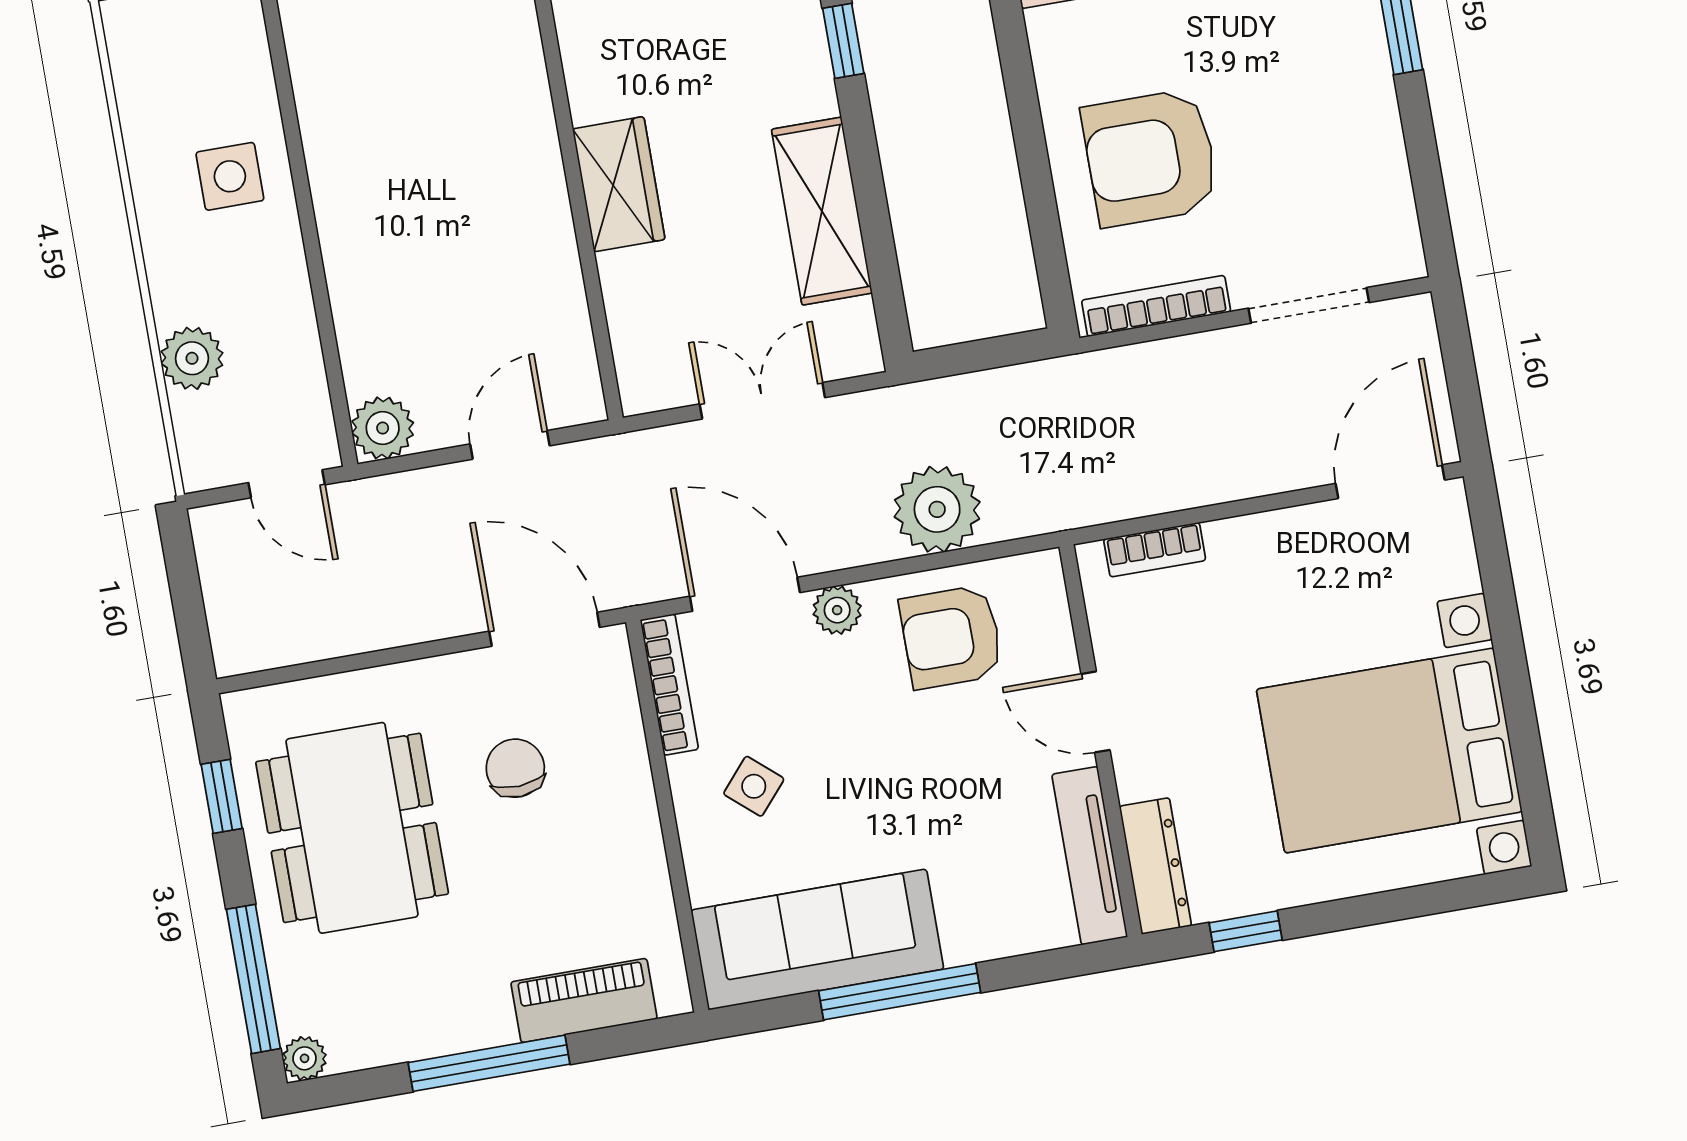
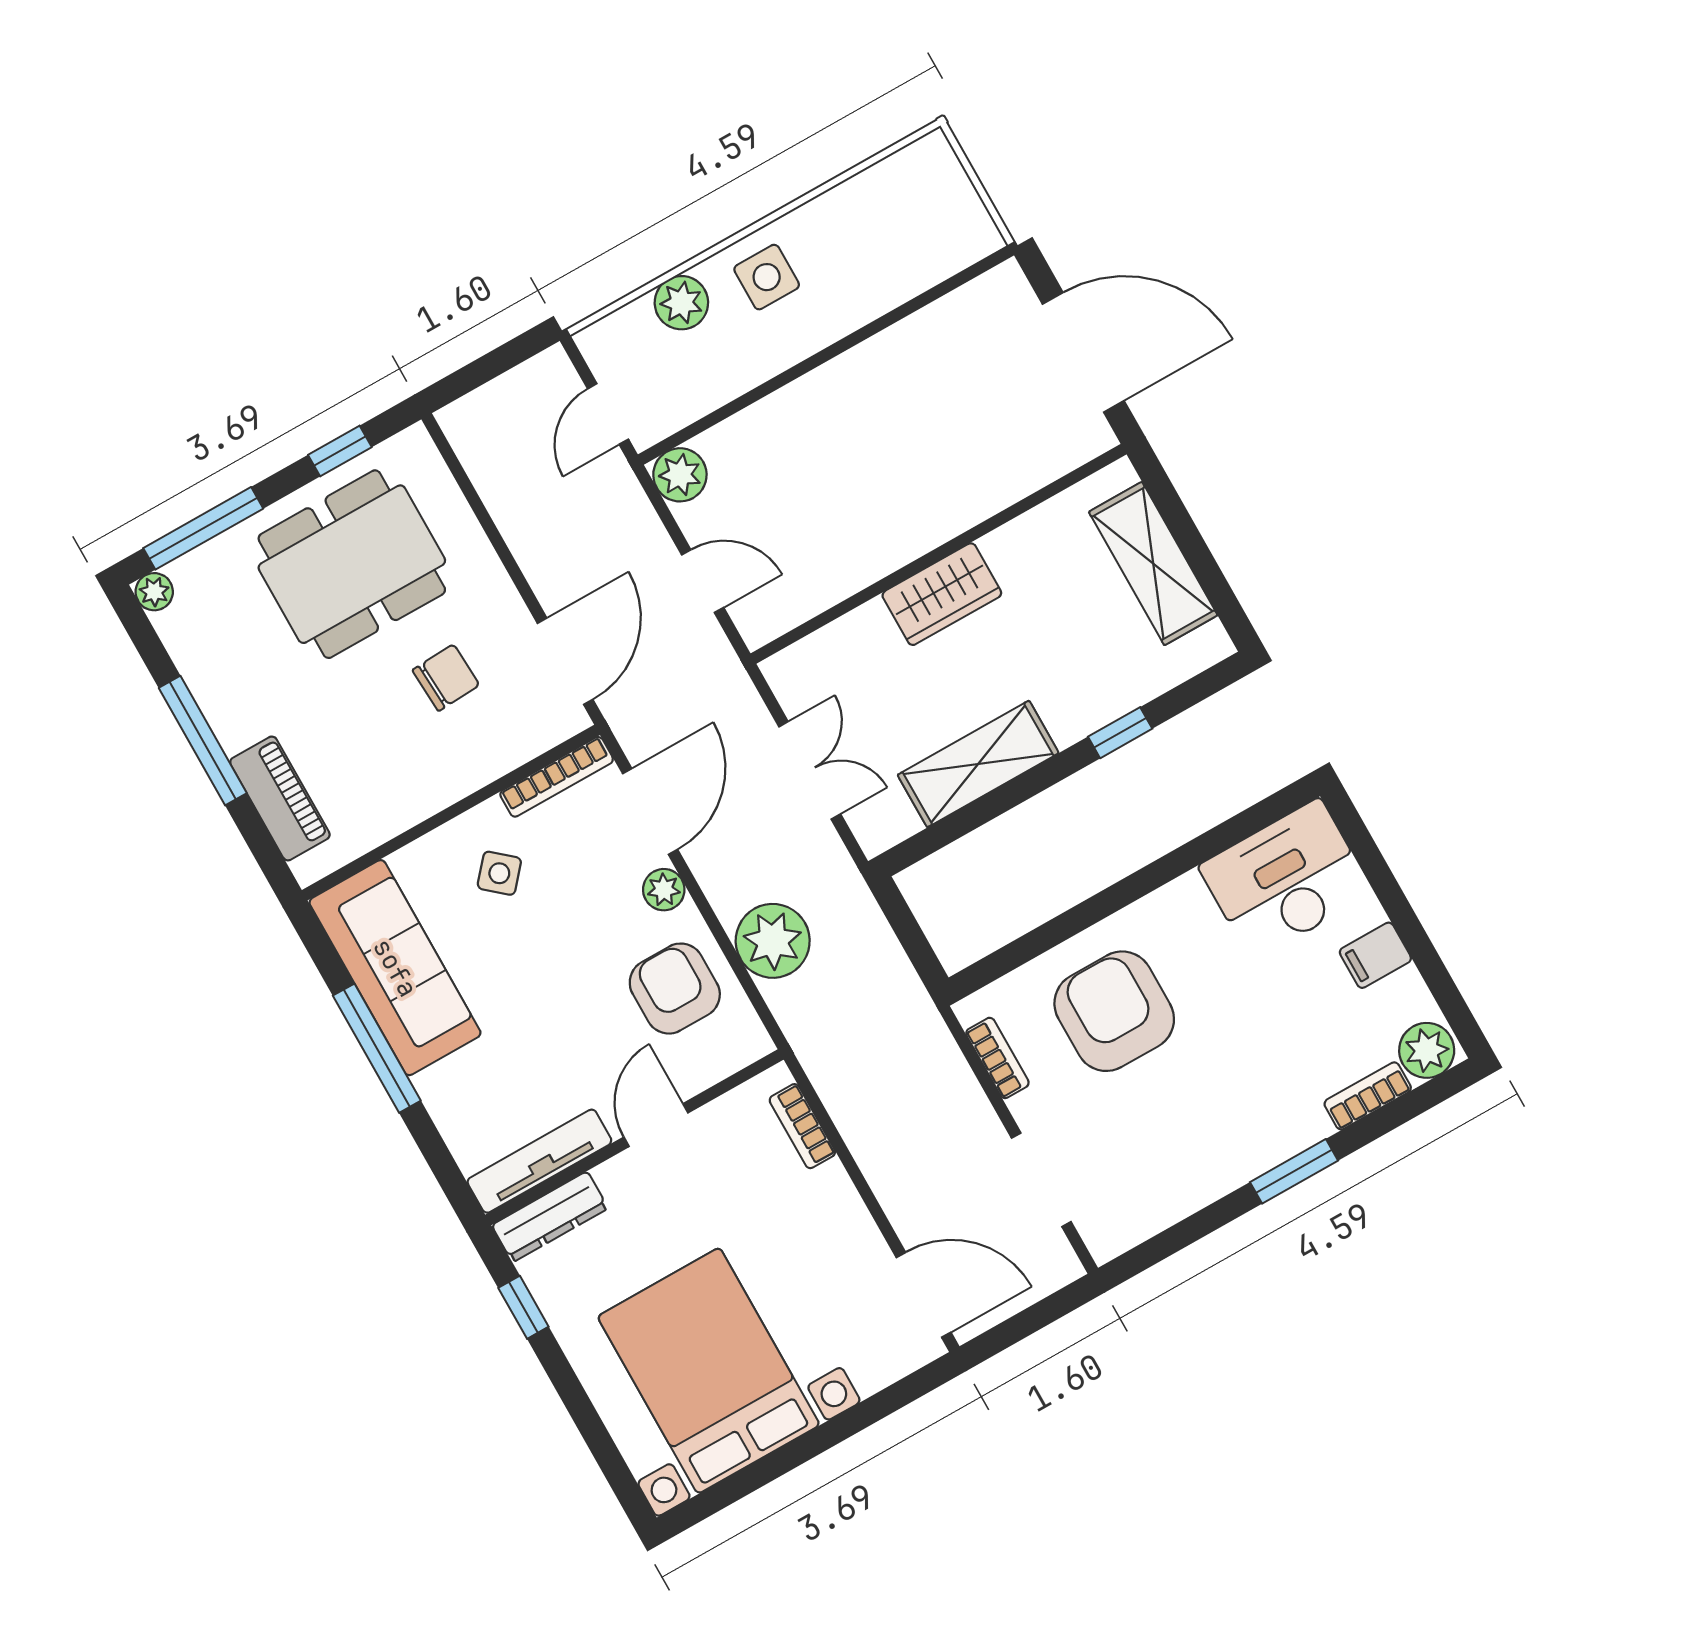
side table: (230, 176) -> (767, 277), moved
bookcase: (1156, 306) -> (997, 1058), width x0.64

